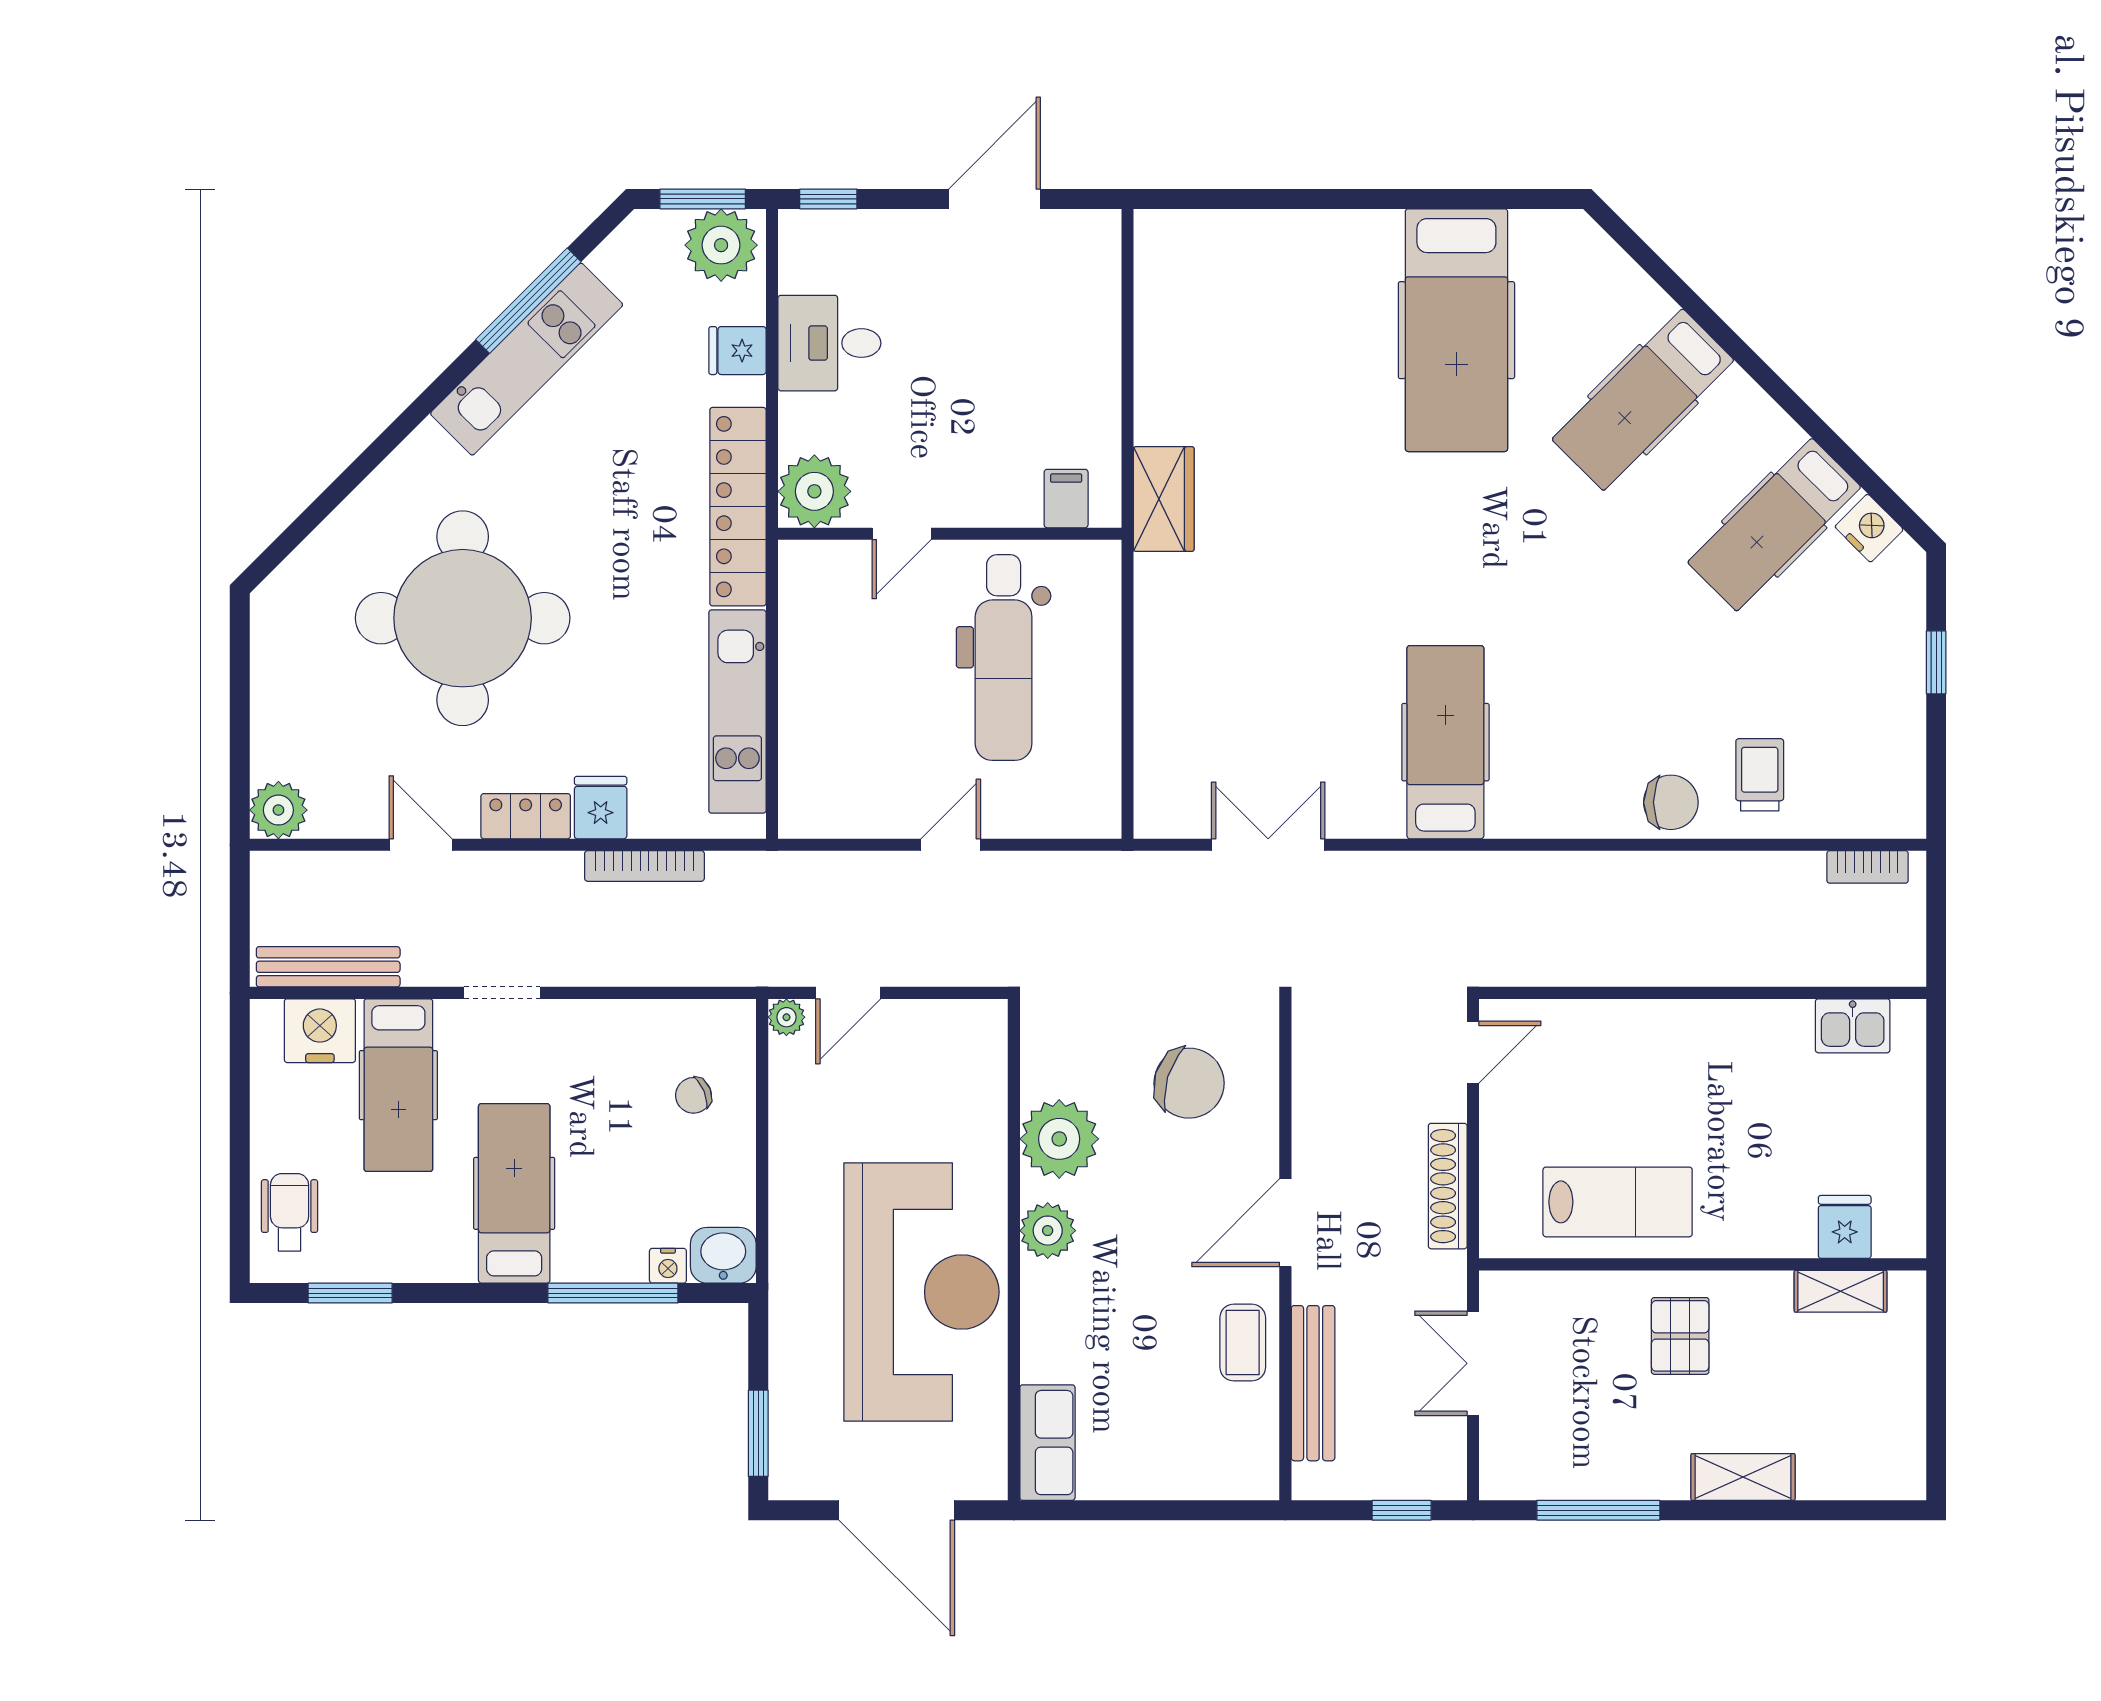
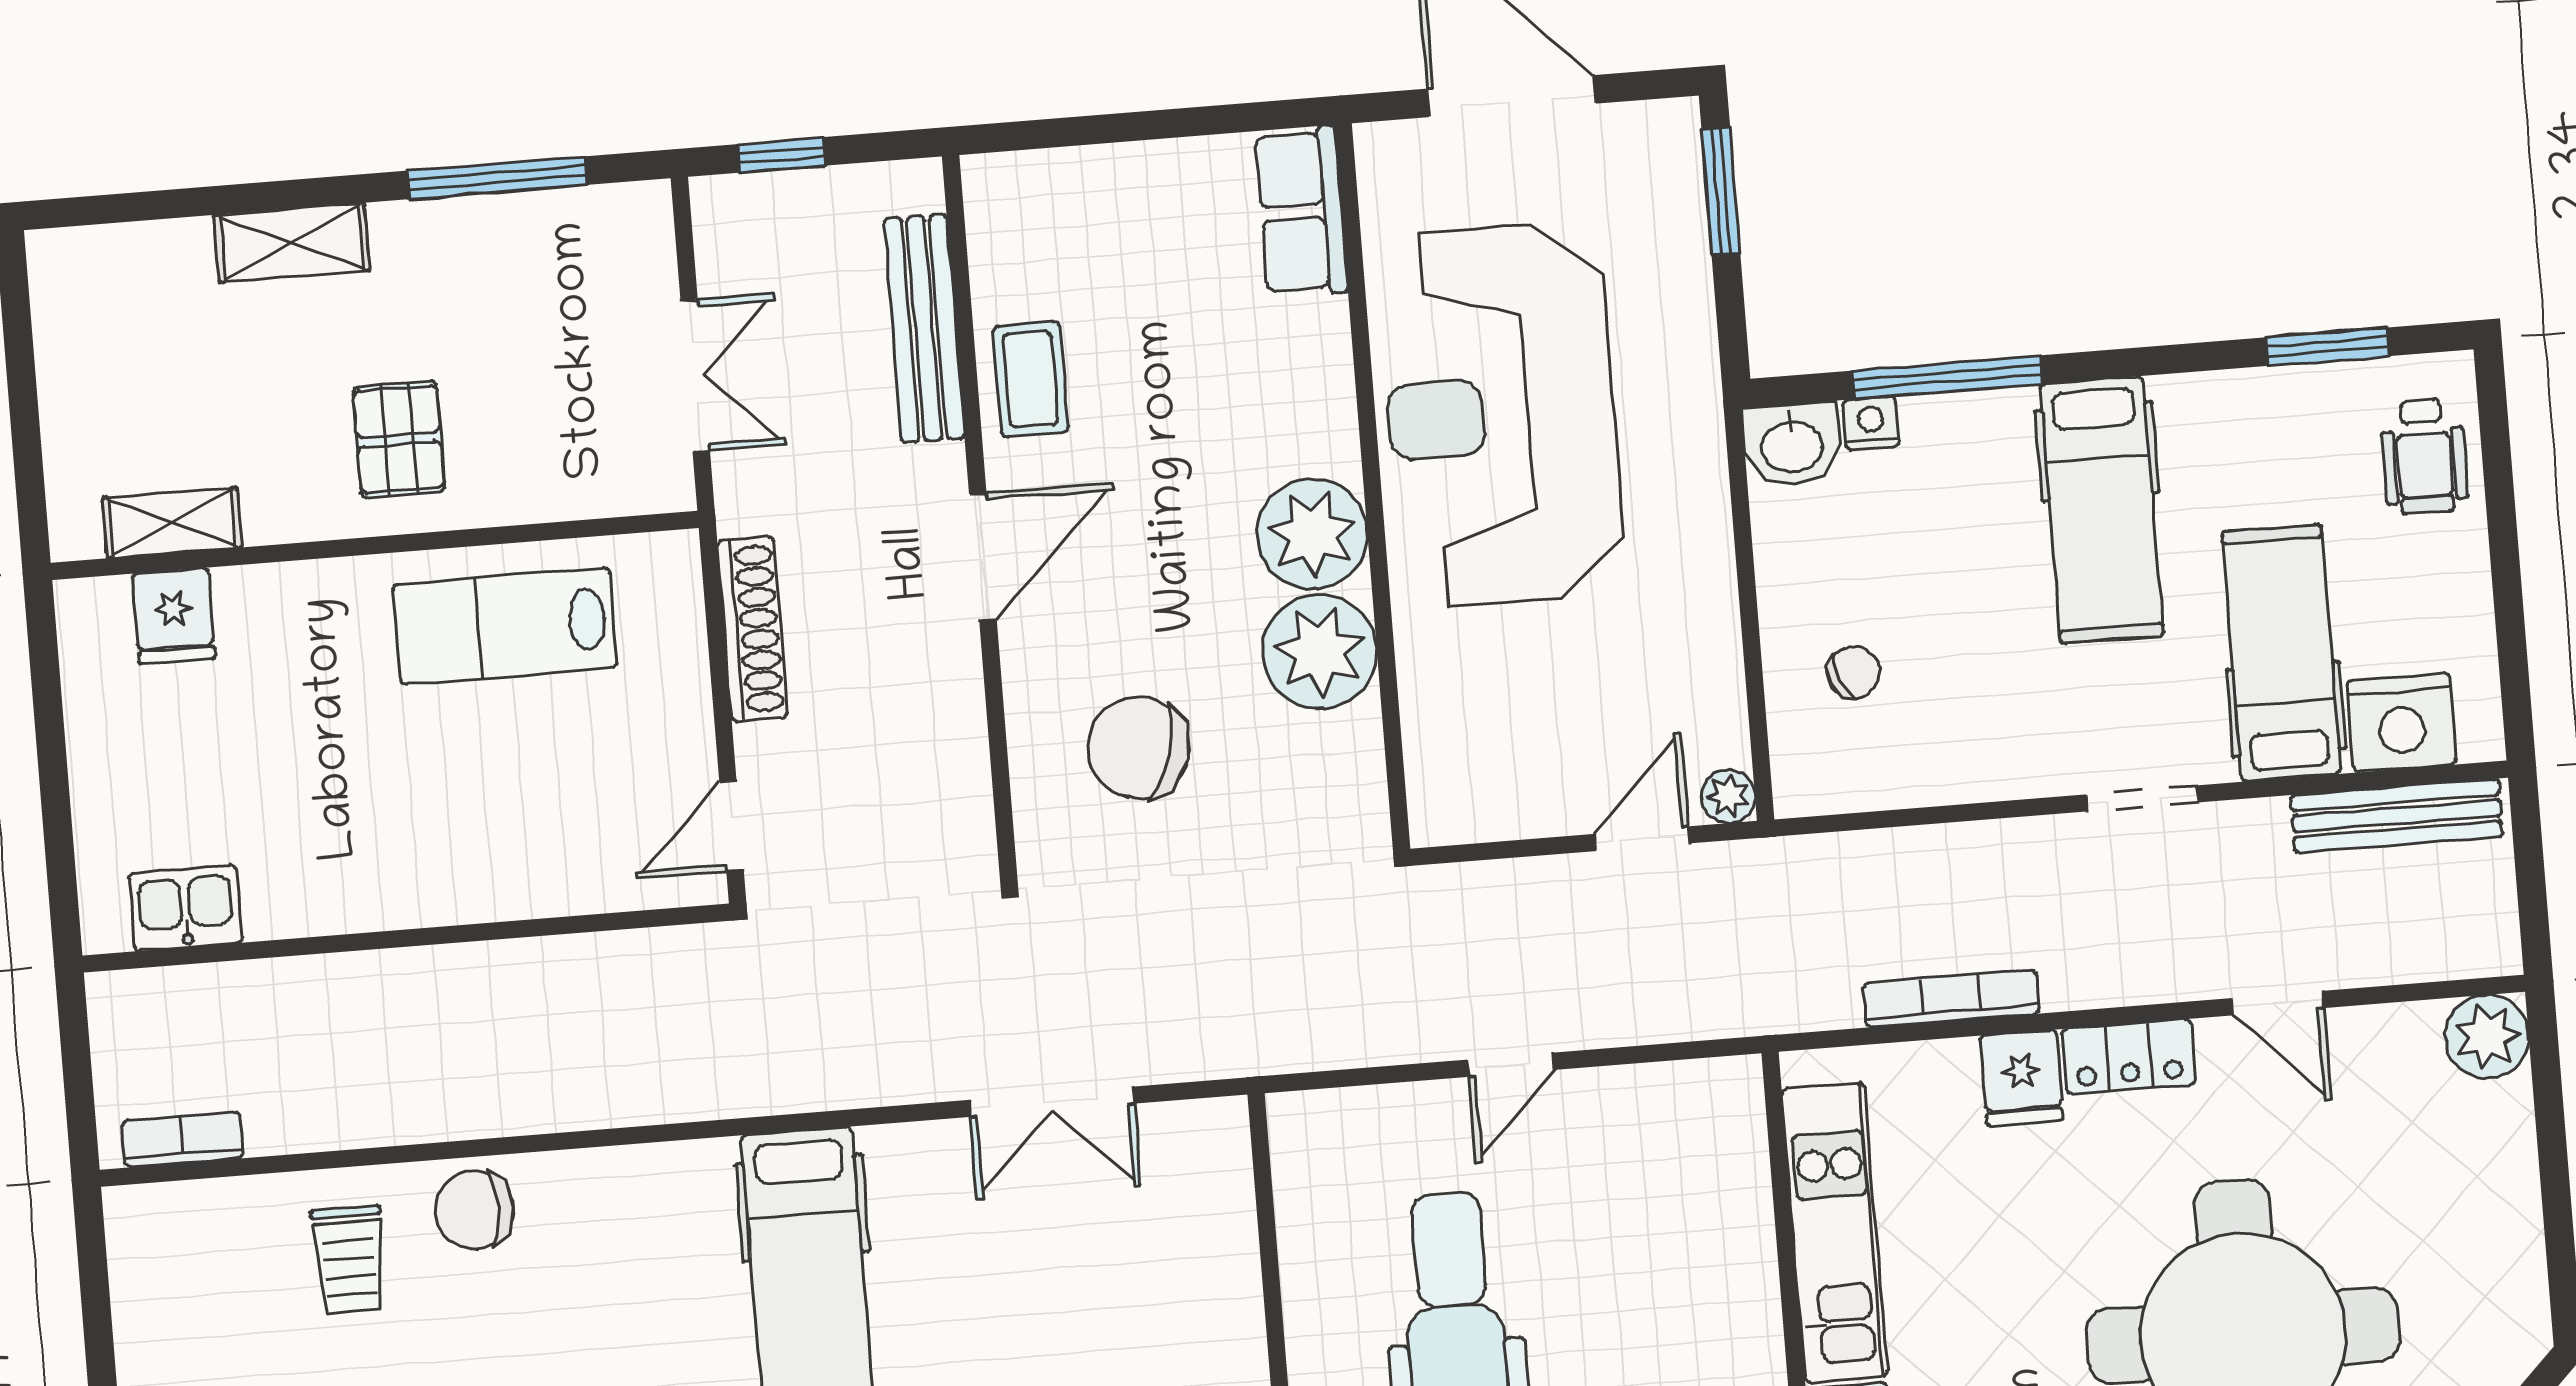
plant: (1048, 1231) -> (1312, 534), width x1.36, depth x1.36

